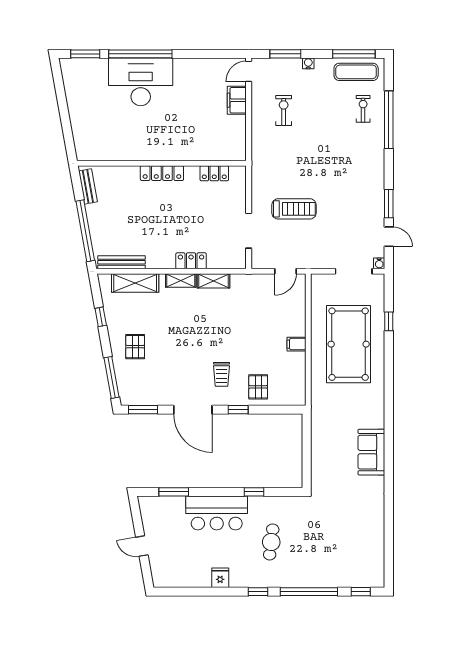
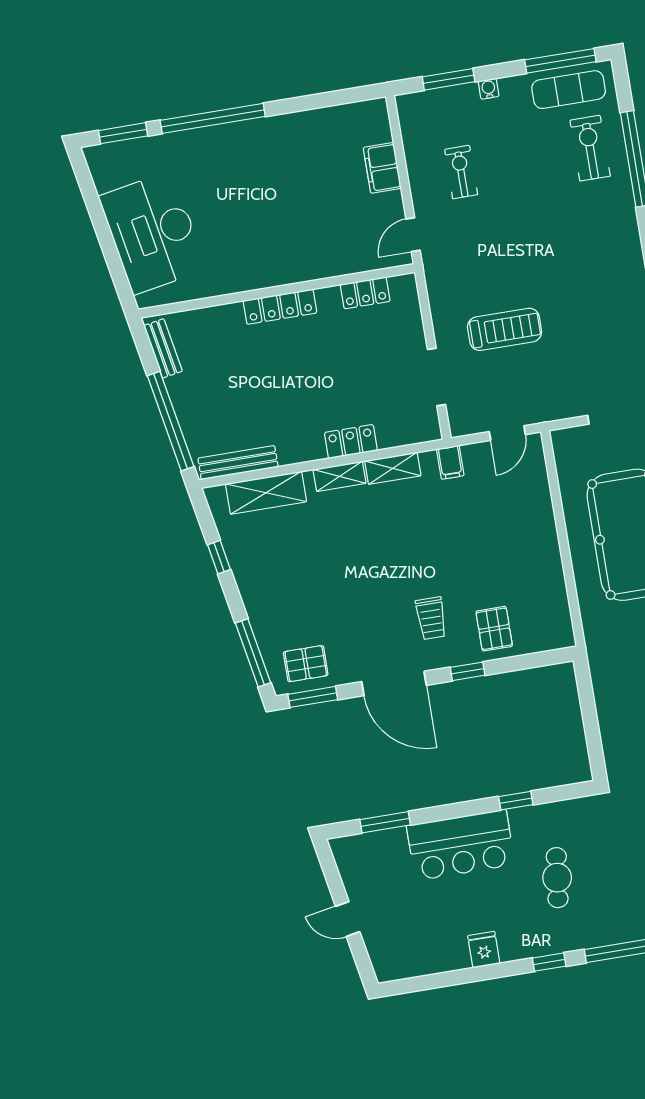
door: (249, 71) -> (413, 235), moved
desk: (141, 82) -> (153, 233), moved, turned -100
exercise bike: (363, 109) -> (590, 148), width x1.38, depth x1.39
filing cabinet: (296, 344) -> (450, 462), moved, turned -90
pallet: (135, 347) -> (306, 664), moved, turned 90

